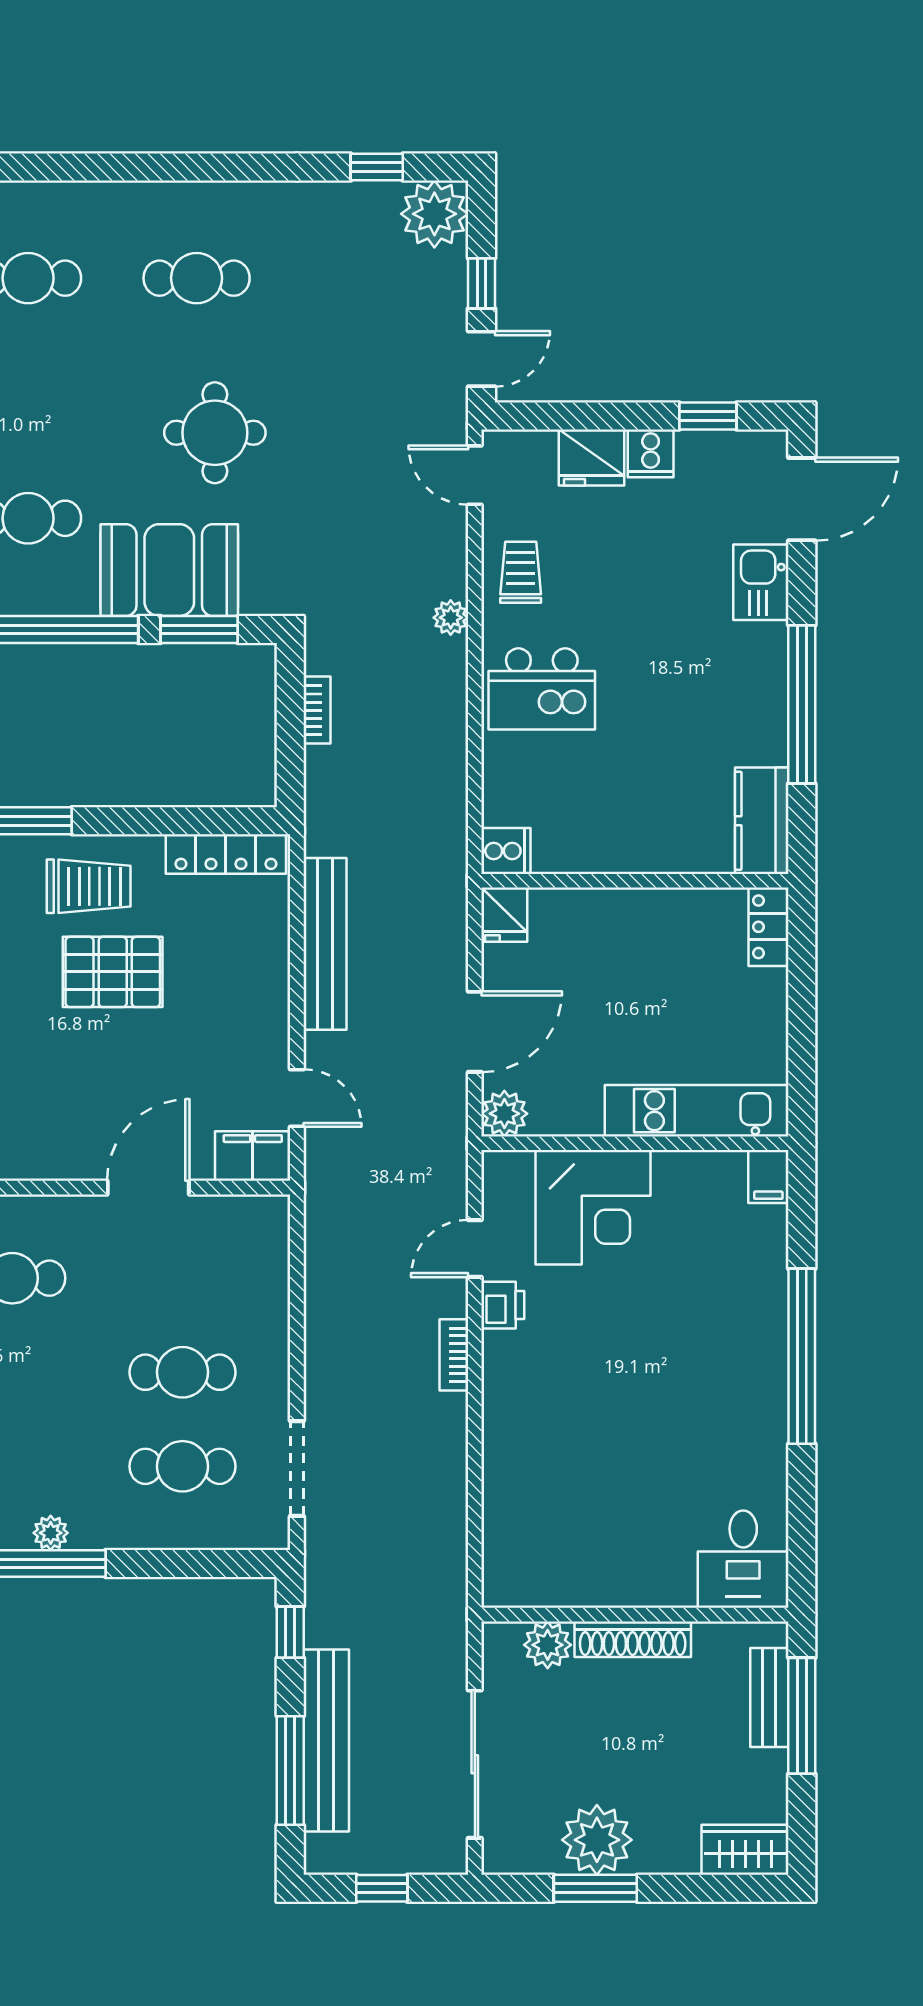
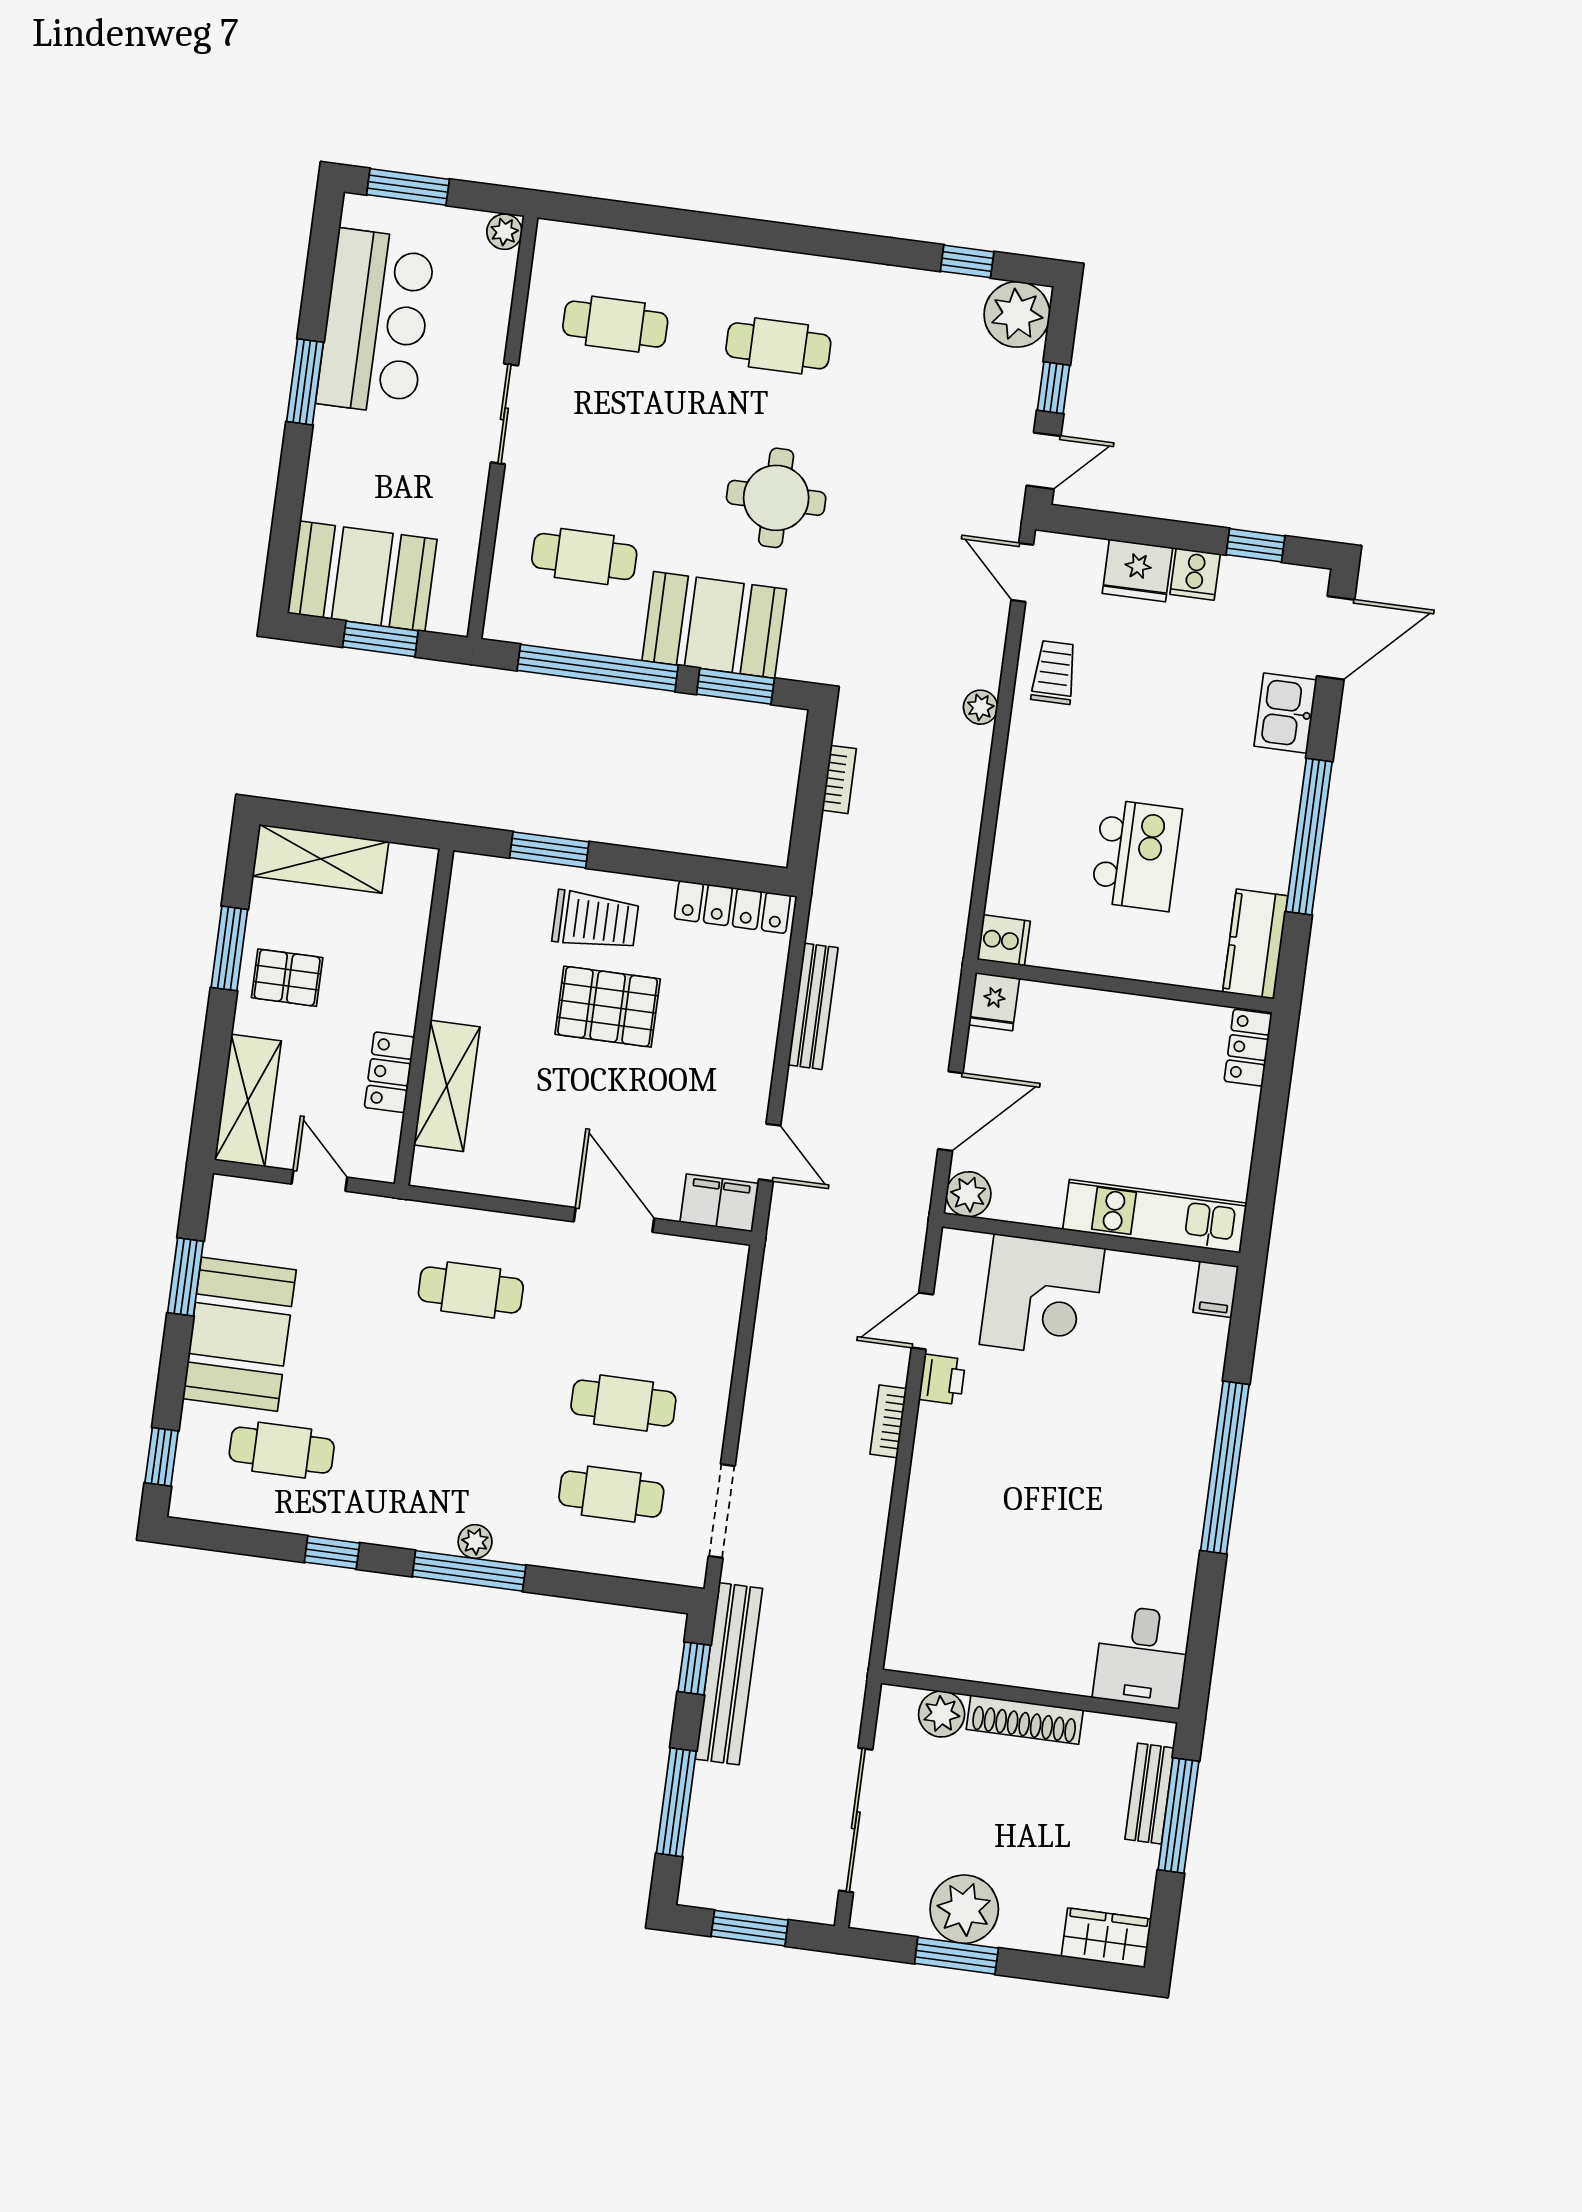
kitchen island: (542, 689) -> (1136, 855), moved, turned -90
bench: (325, 944) -> (813, 1006), width x0.73, depth x0.82
door: (148, 1188) -> (614, 1220), hinge flipped
bench: (326, 1741) -> (729, 1674), moved
window: (382, 1888) -> (750, 1928), width x1.50

